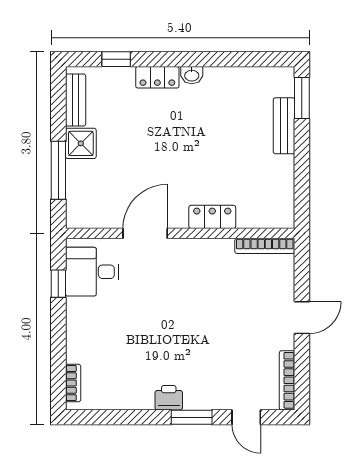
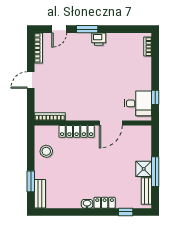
window: (302, 98) -> (31, 181), moved
bench: (284, 126) -> (40, 194), moved
window: (58, 170) -> (155, 172), moved
stool: (272, 178) -> (46, 151), added
locker: (212, 217) -> (77, 131), width x1.53
door: (246, 417) -> (59, 29), swing flipped

